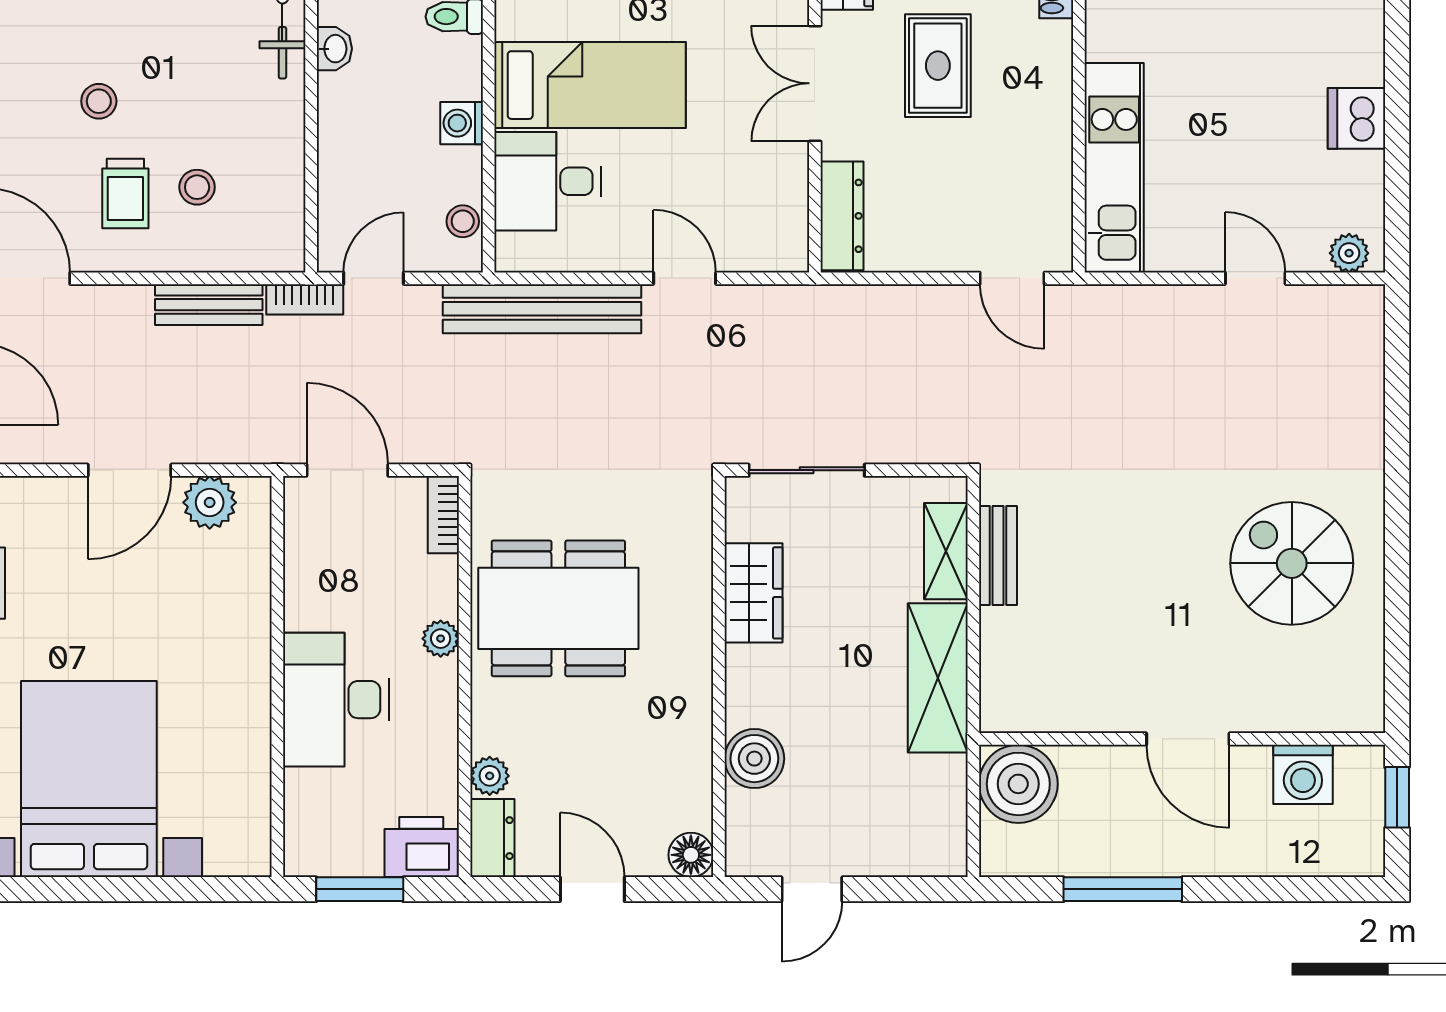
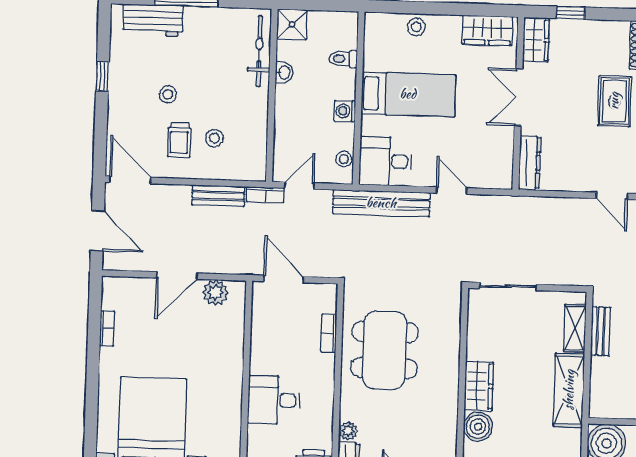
rug: (938, 66) -> (614, 101), moved
desk: (548, 181) -> (385, 161), moved
bookcase: (443, 515) -> (329, 333), moved
wardrobe: (754, 593) -> (479, 386), moved
dining table: (558, 608) -> (384, 350), turned 90
plant: (441, 639) -> (326, 363), removed
desk: (336, 700) -> (274, 400), width x0.73

